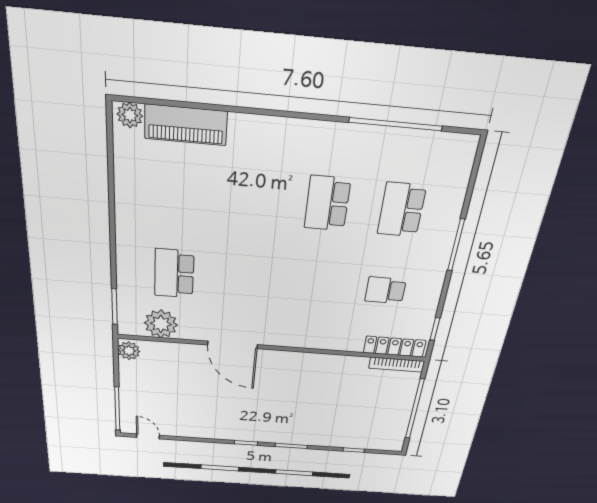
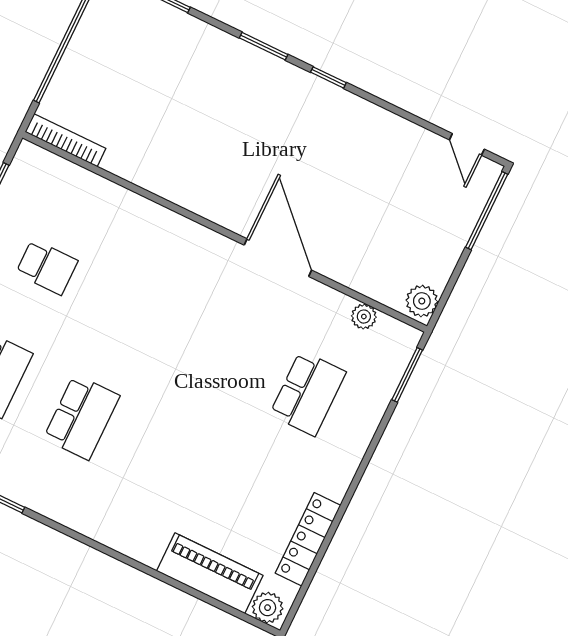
plant: (161, 324) -> (364, 317), width x0.53, depth x0.53
locker: (395, 347) -> (308, 539), moved, turned 90

